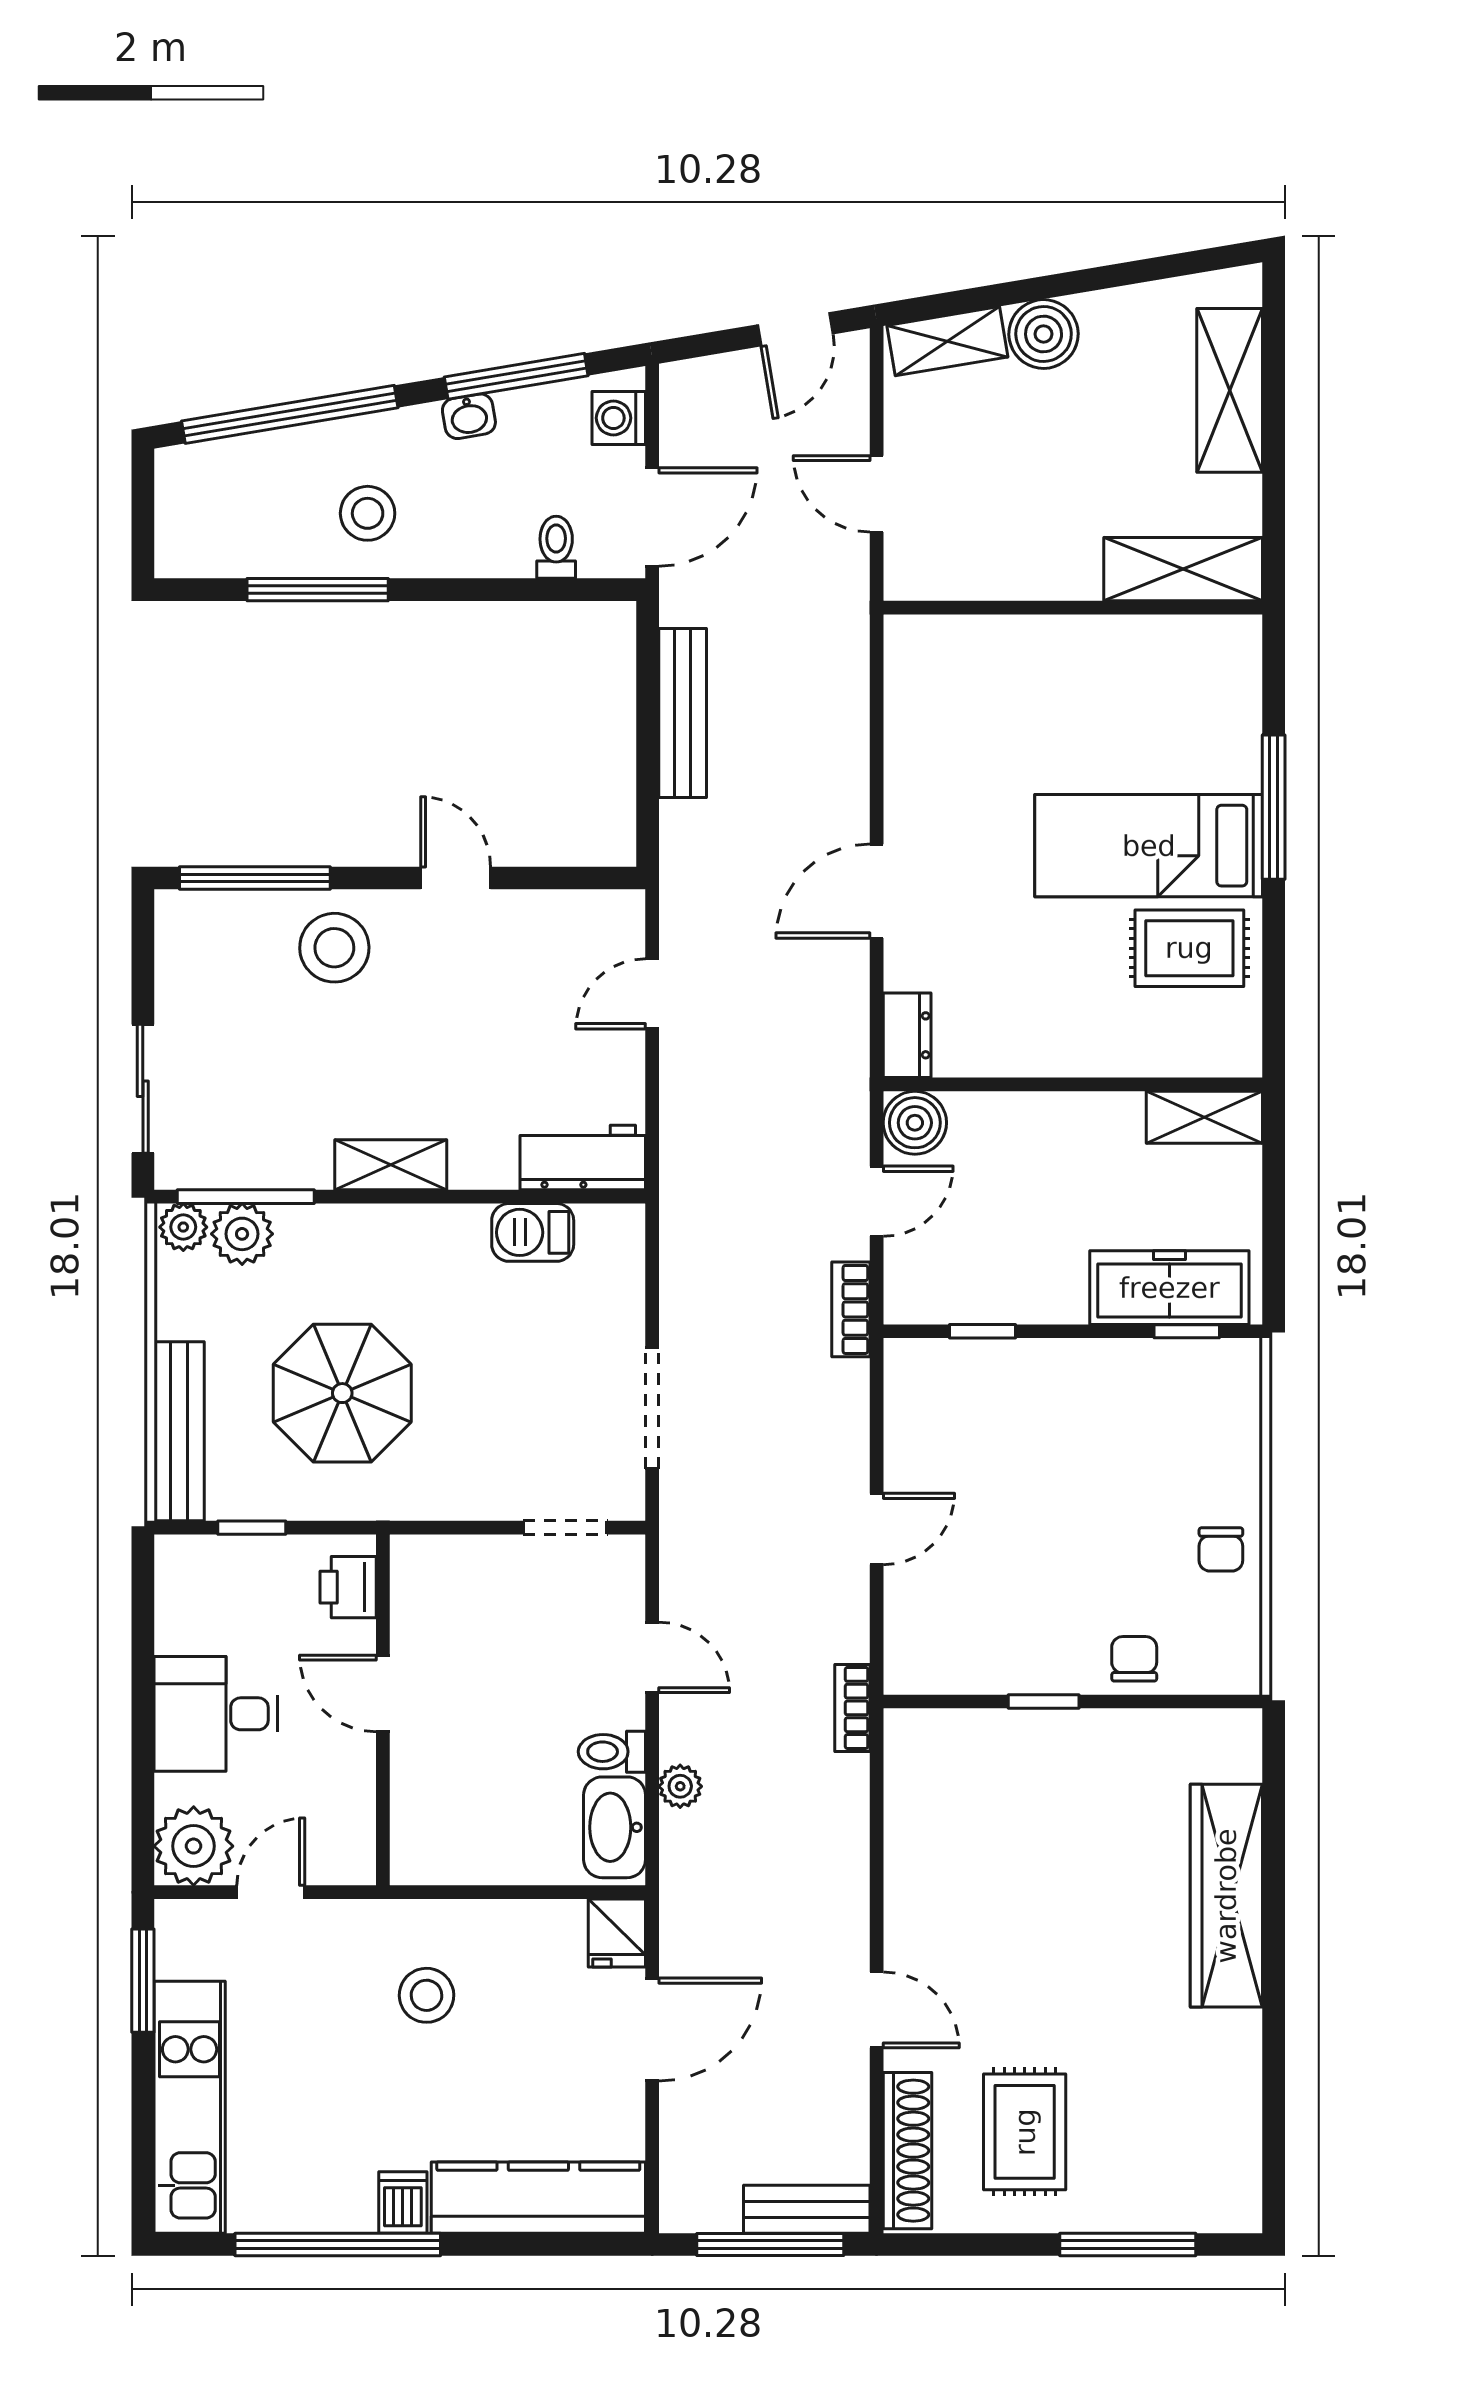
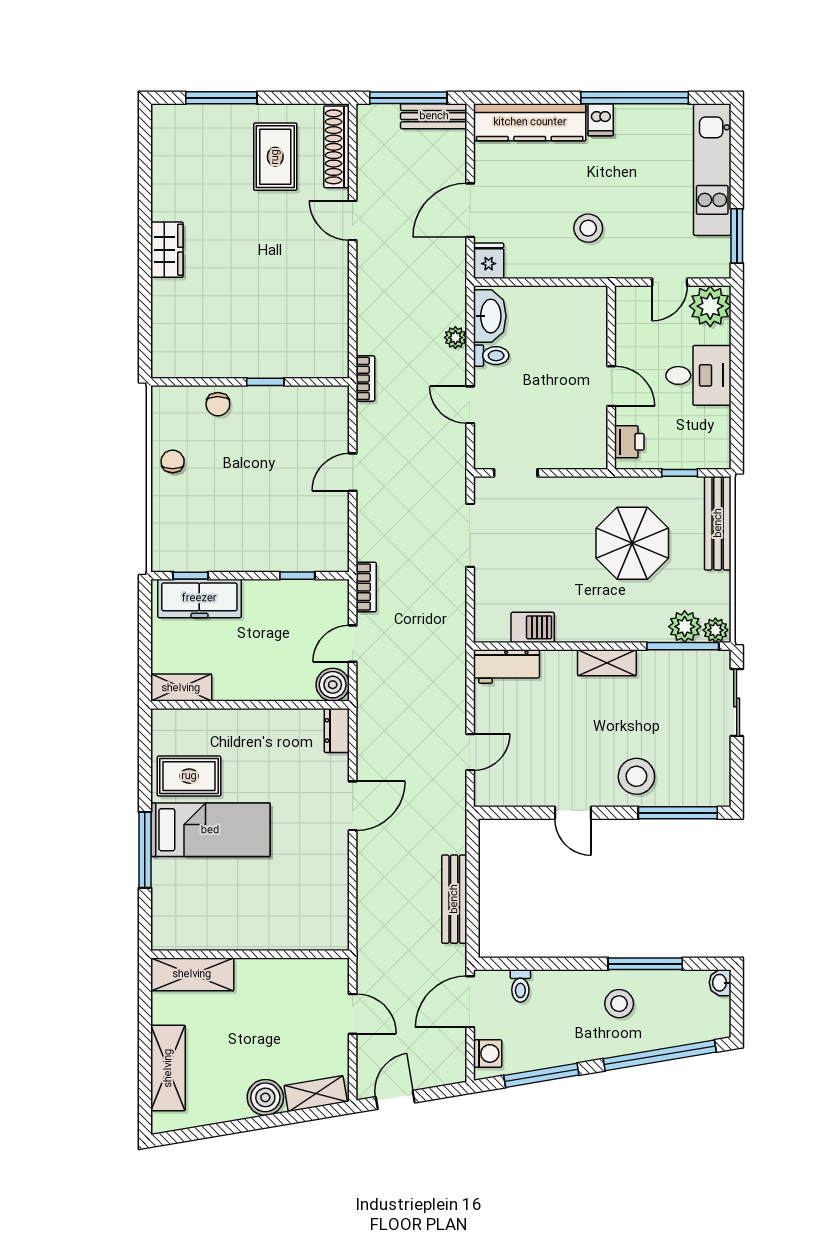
washbasin: (469, 416) -> (720, 983), moved, turned -80
wardrobe: (1226, 1896) -> (167, 250), width x0.48, depth x0.85
bench: (807, 2209) -> (434, 116), moved

